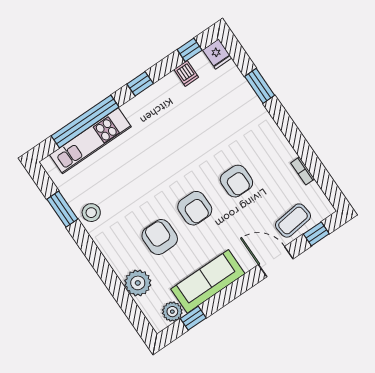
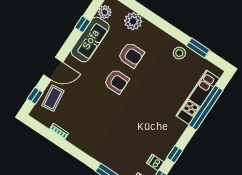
window: (140, 84) -> (175, 154), moved
armchair: (236, 181) -> (98, 109), removed
armchair: (195, 208) -> (117, 81), turned 180
window: (193, 318) -> (83, 24), moved

